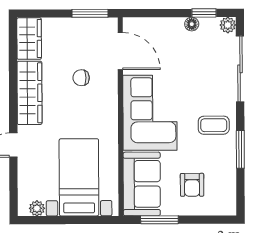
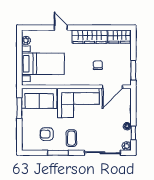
armchair: (192, 185) -> (47, 134), moved

